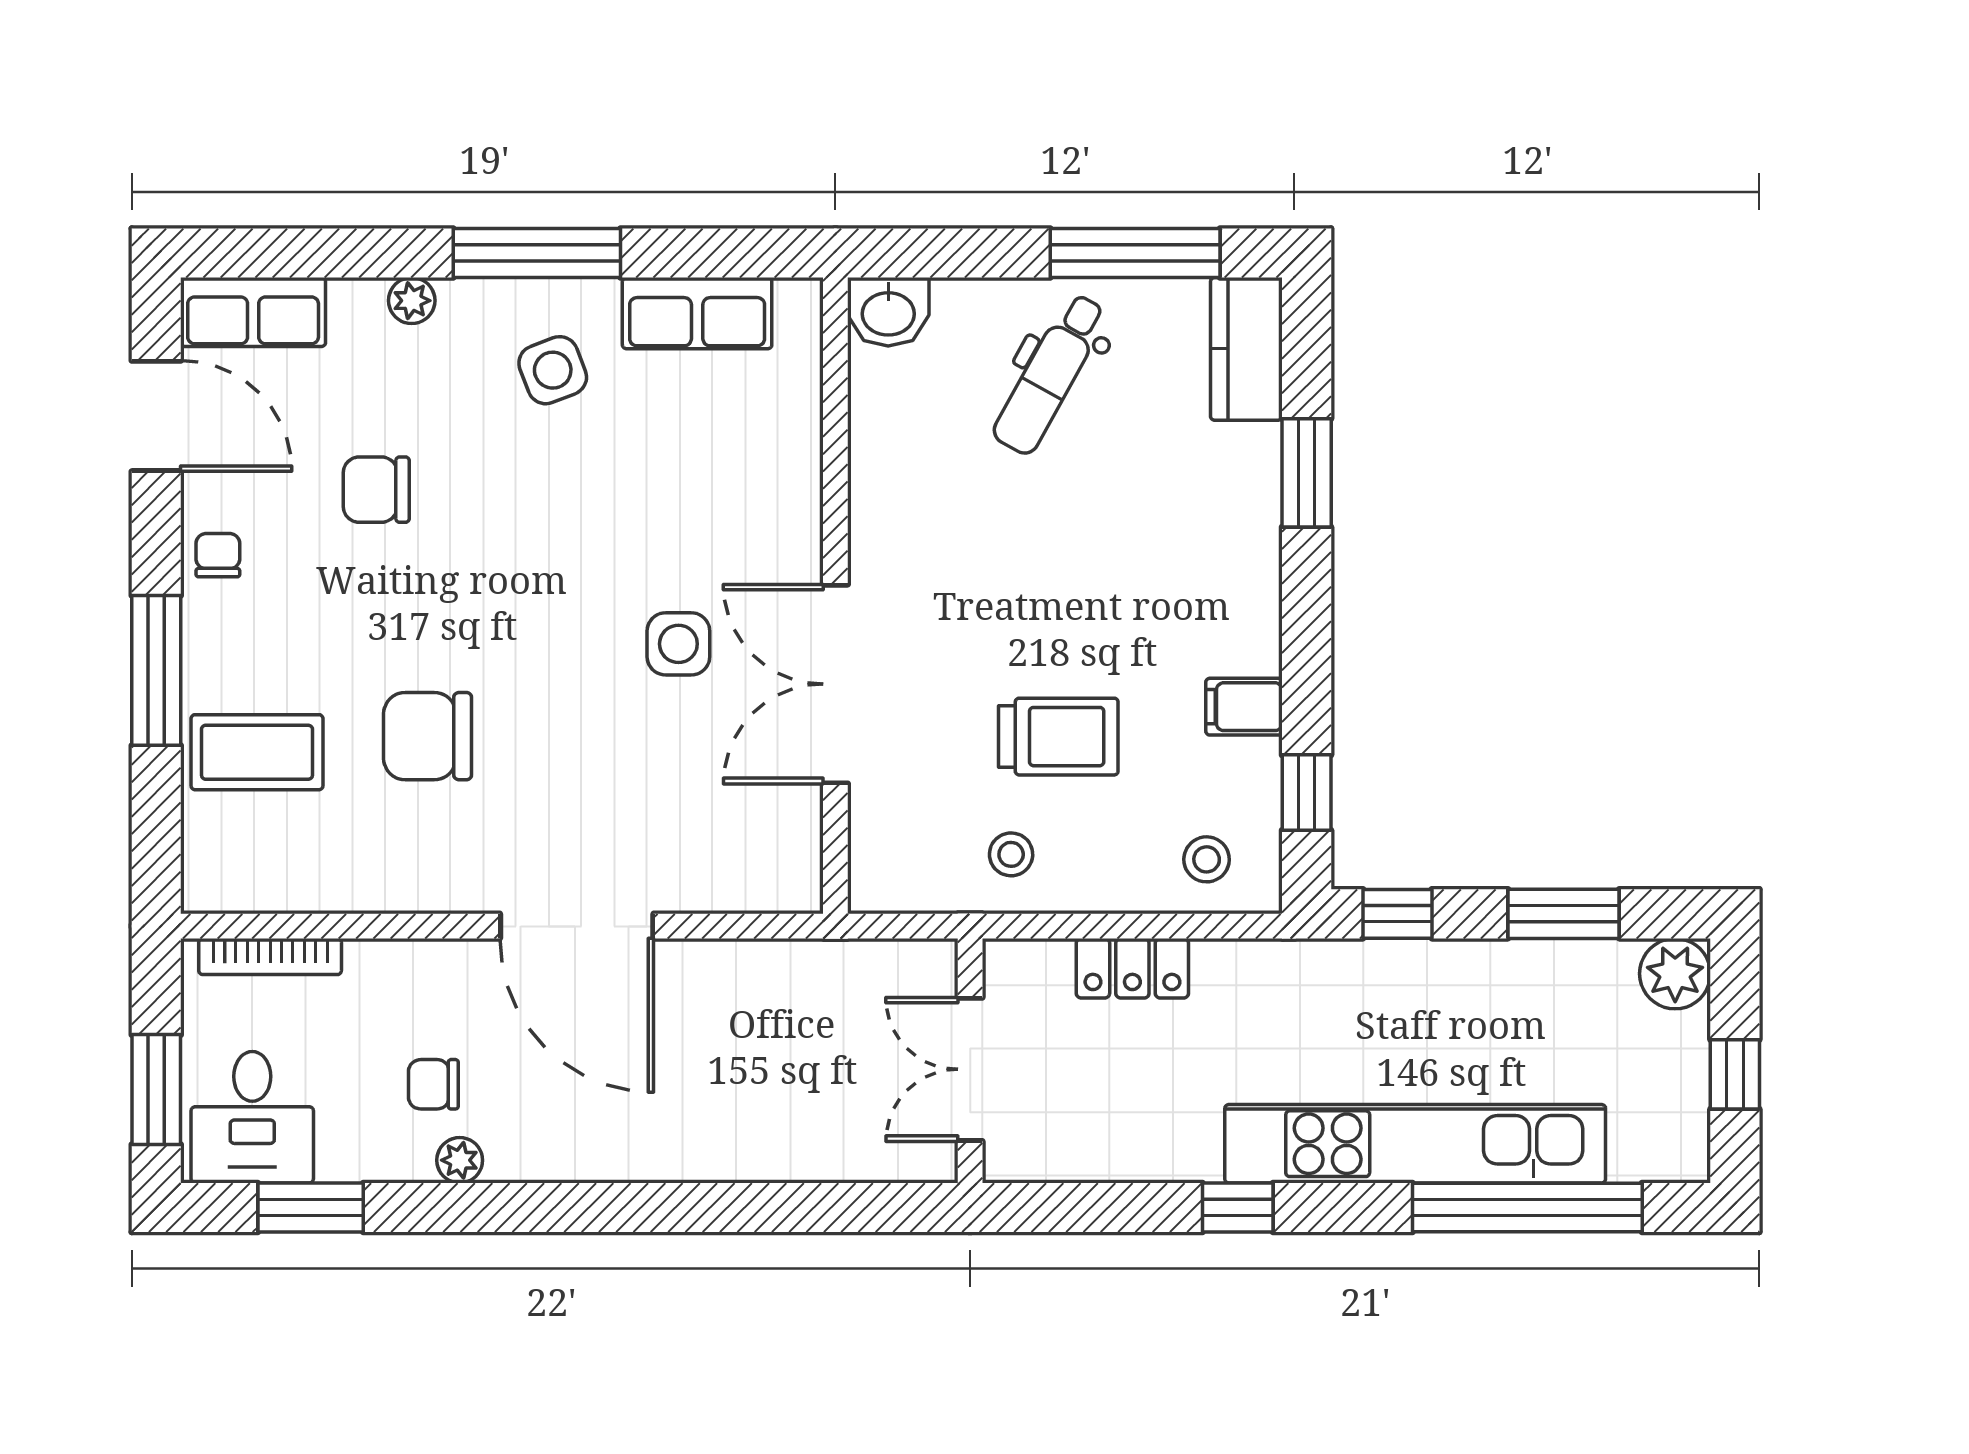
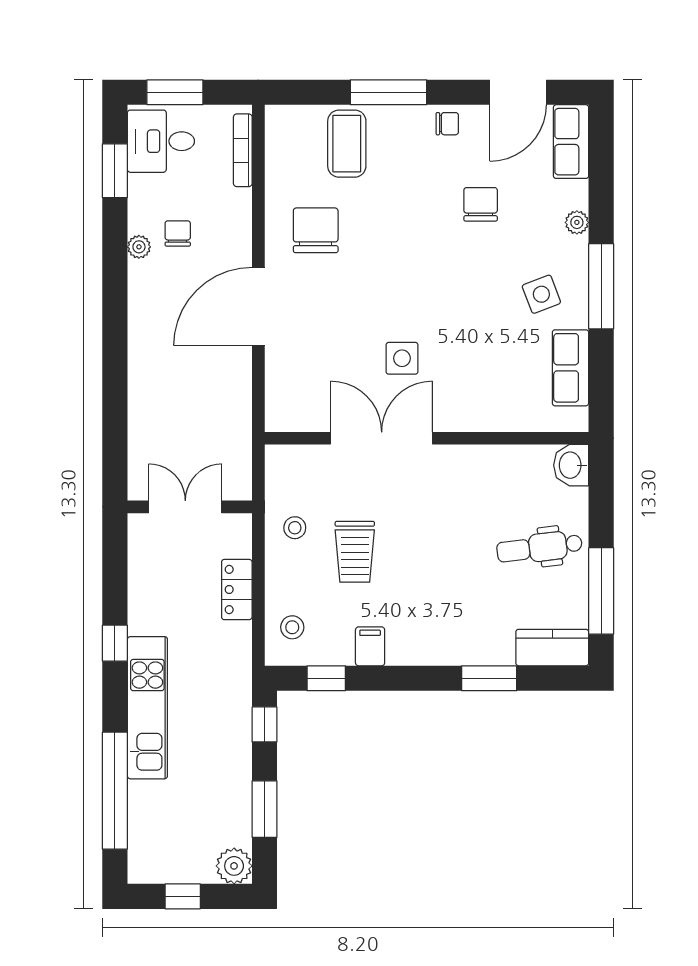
dental chair: (1050, 374) -> (539, 548), turned -36
chair: (428, 736) -> (316, 230), moved
kitchen unit: (1415, 1144) -> (147, 708), width x0.73

